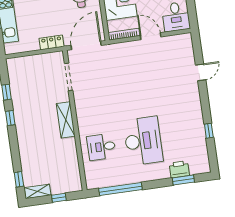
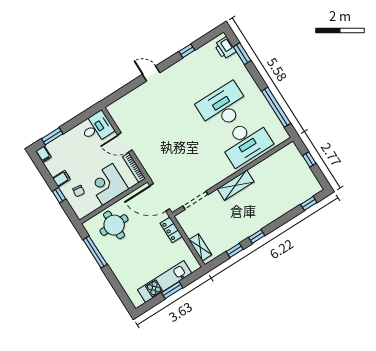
door: (151, 36) -> (125, 142), hinge flipped
door: (201, 72) -> (151, 73), moved
desk: (101, 147) -> (246, 142), width x1.87, depth x1.30
printer: (179, 169) -> (225, 48), moved
shelving: (38, 191) -> (200, 247), moved

